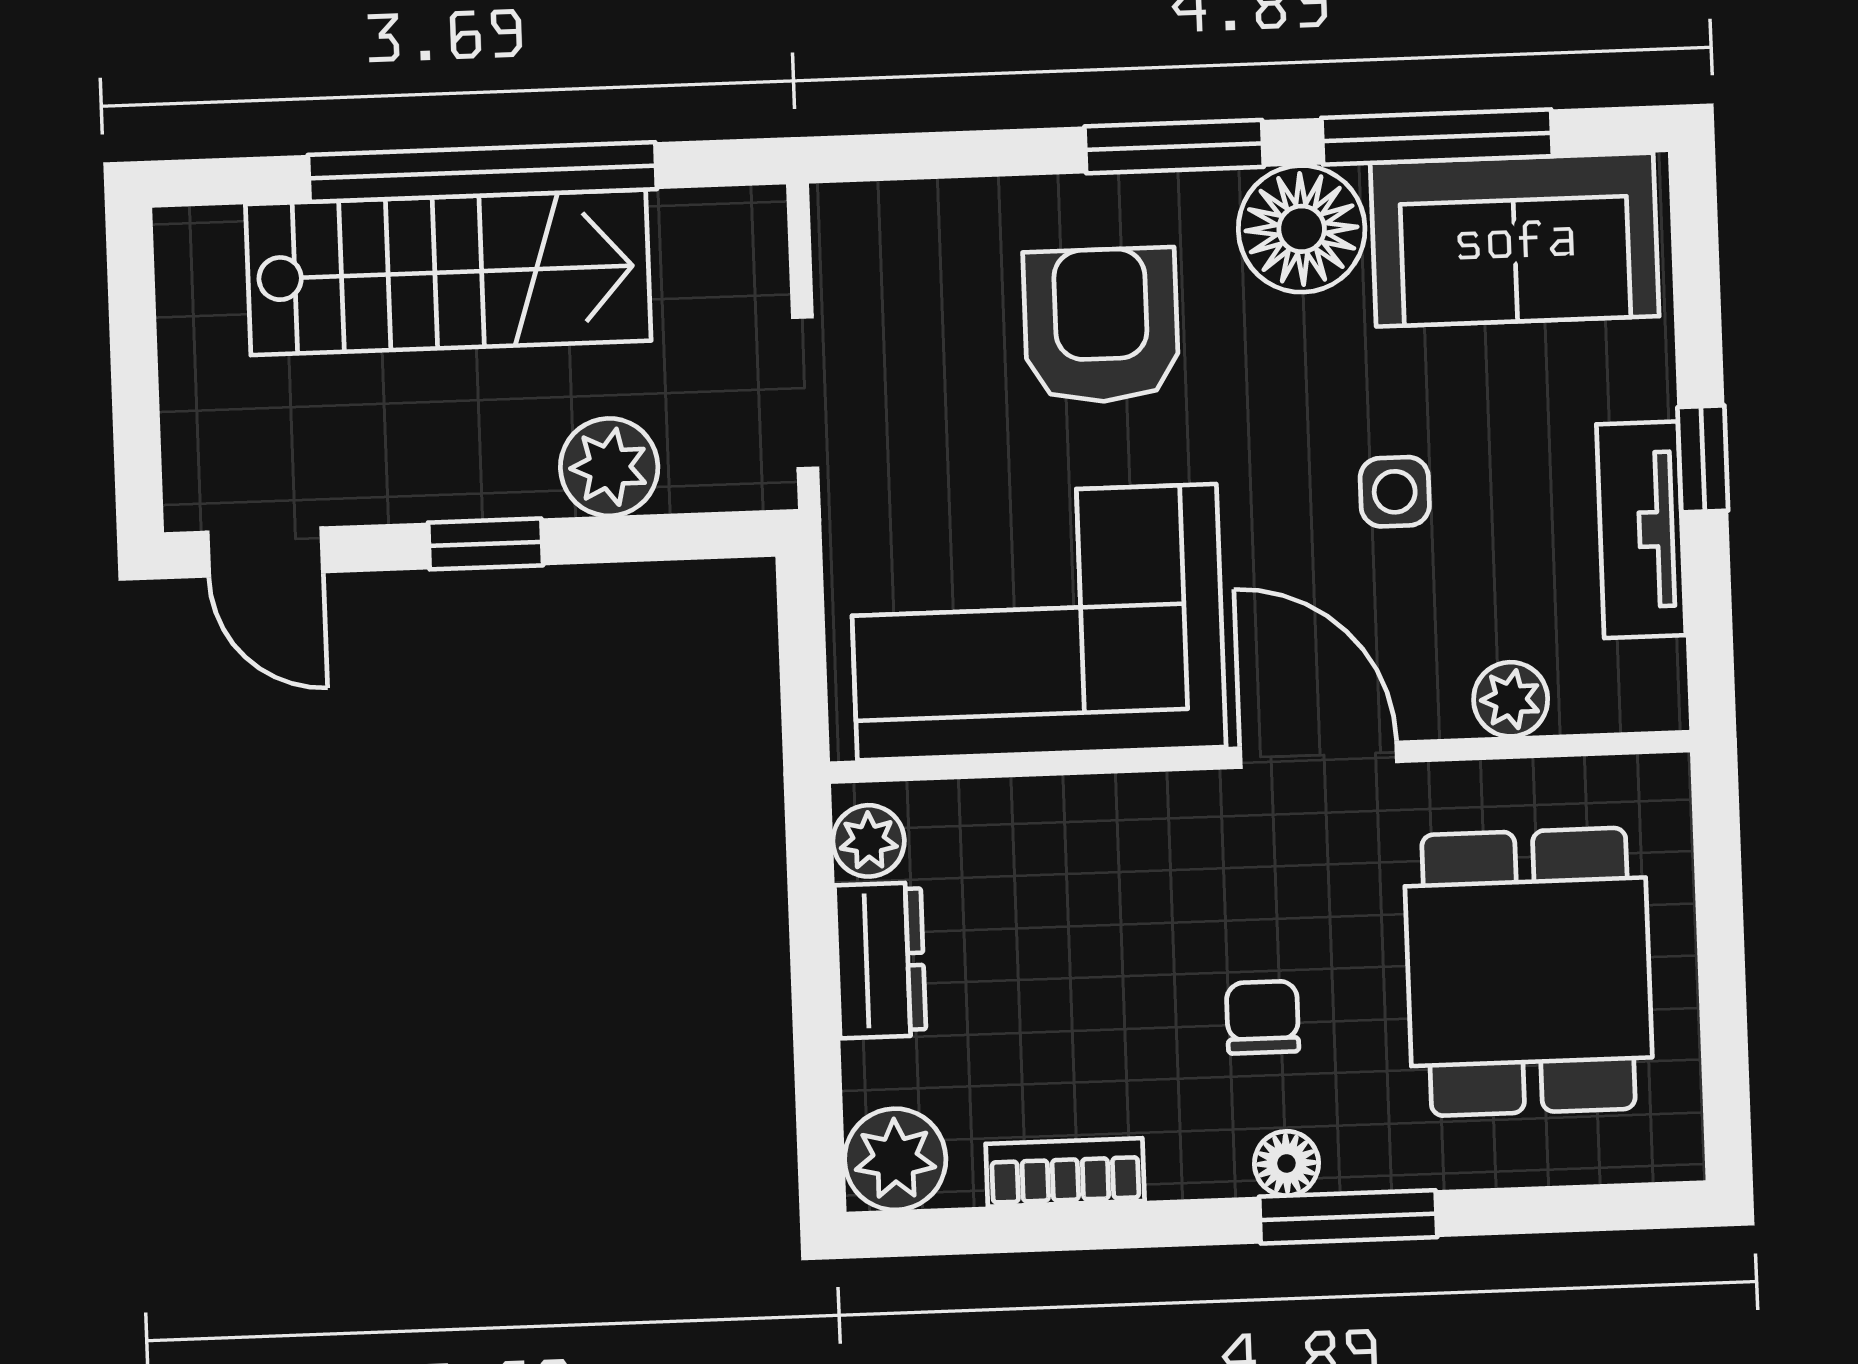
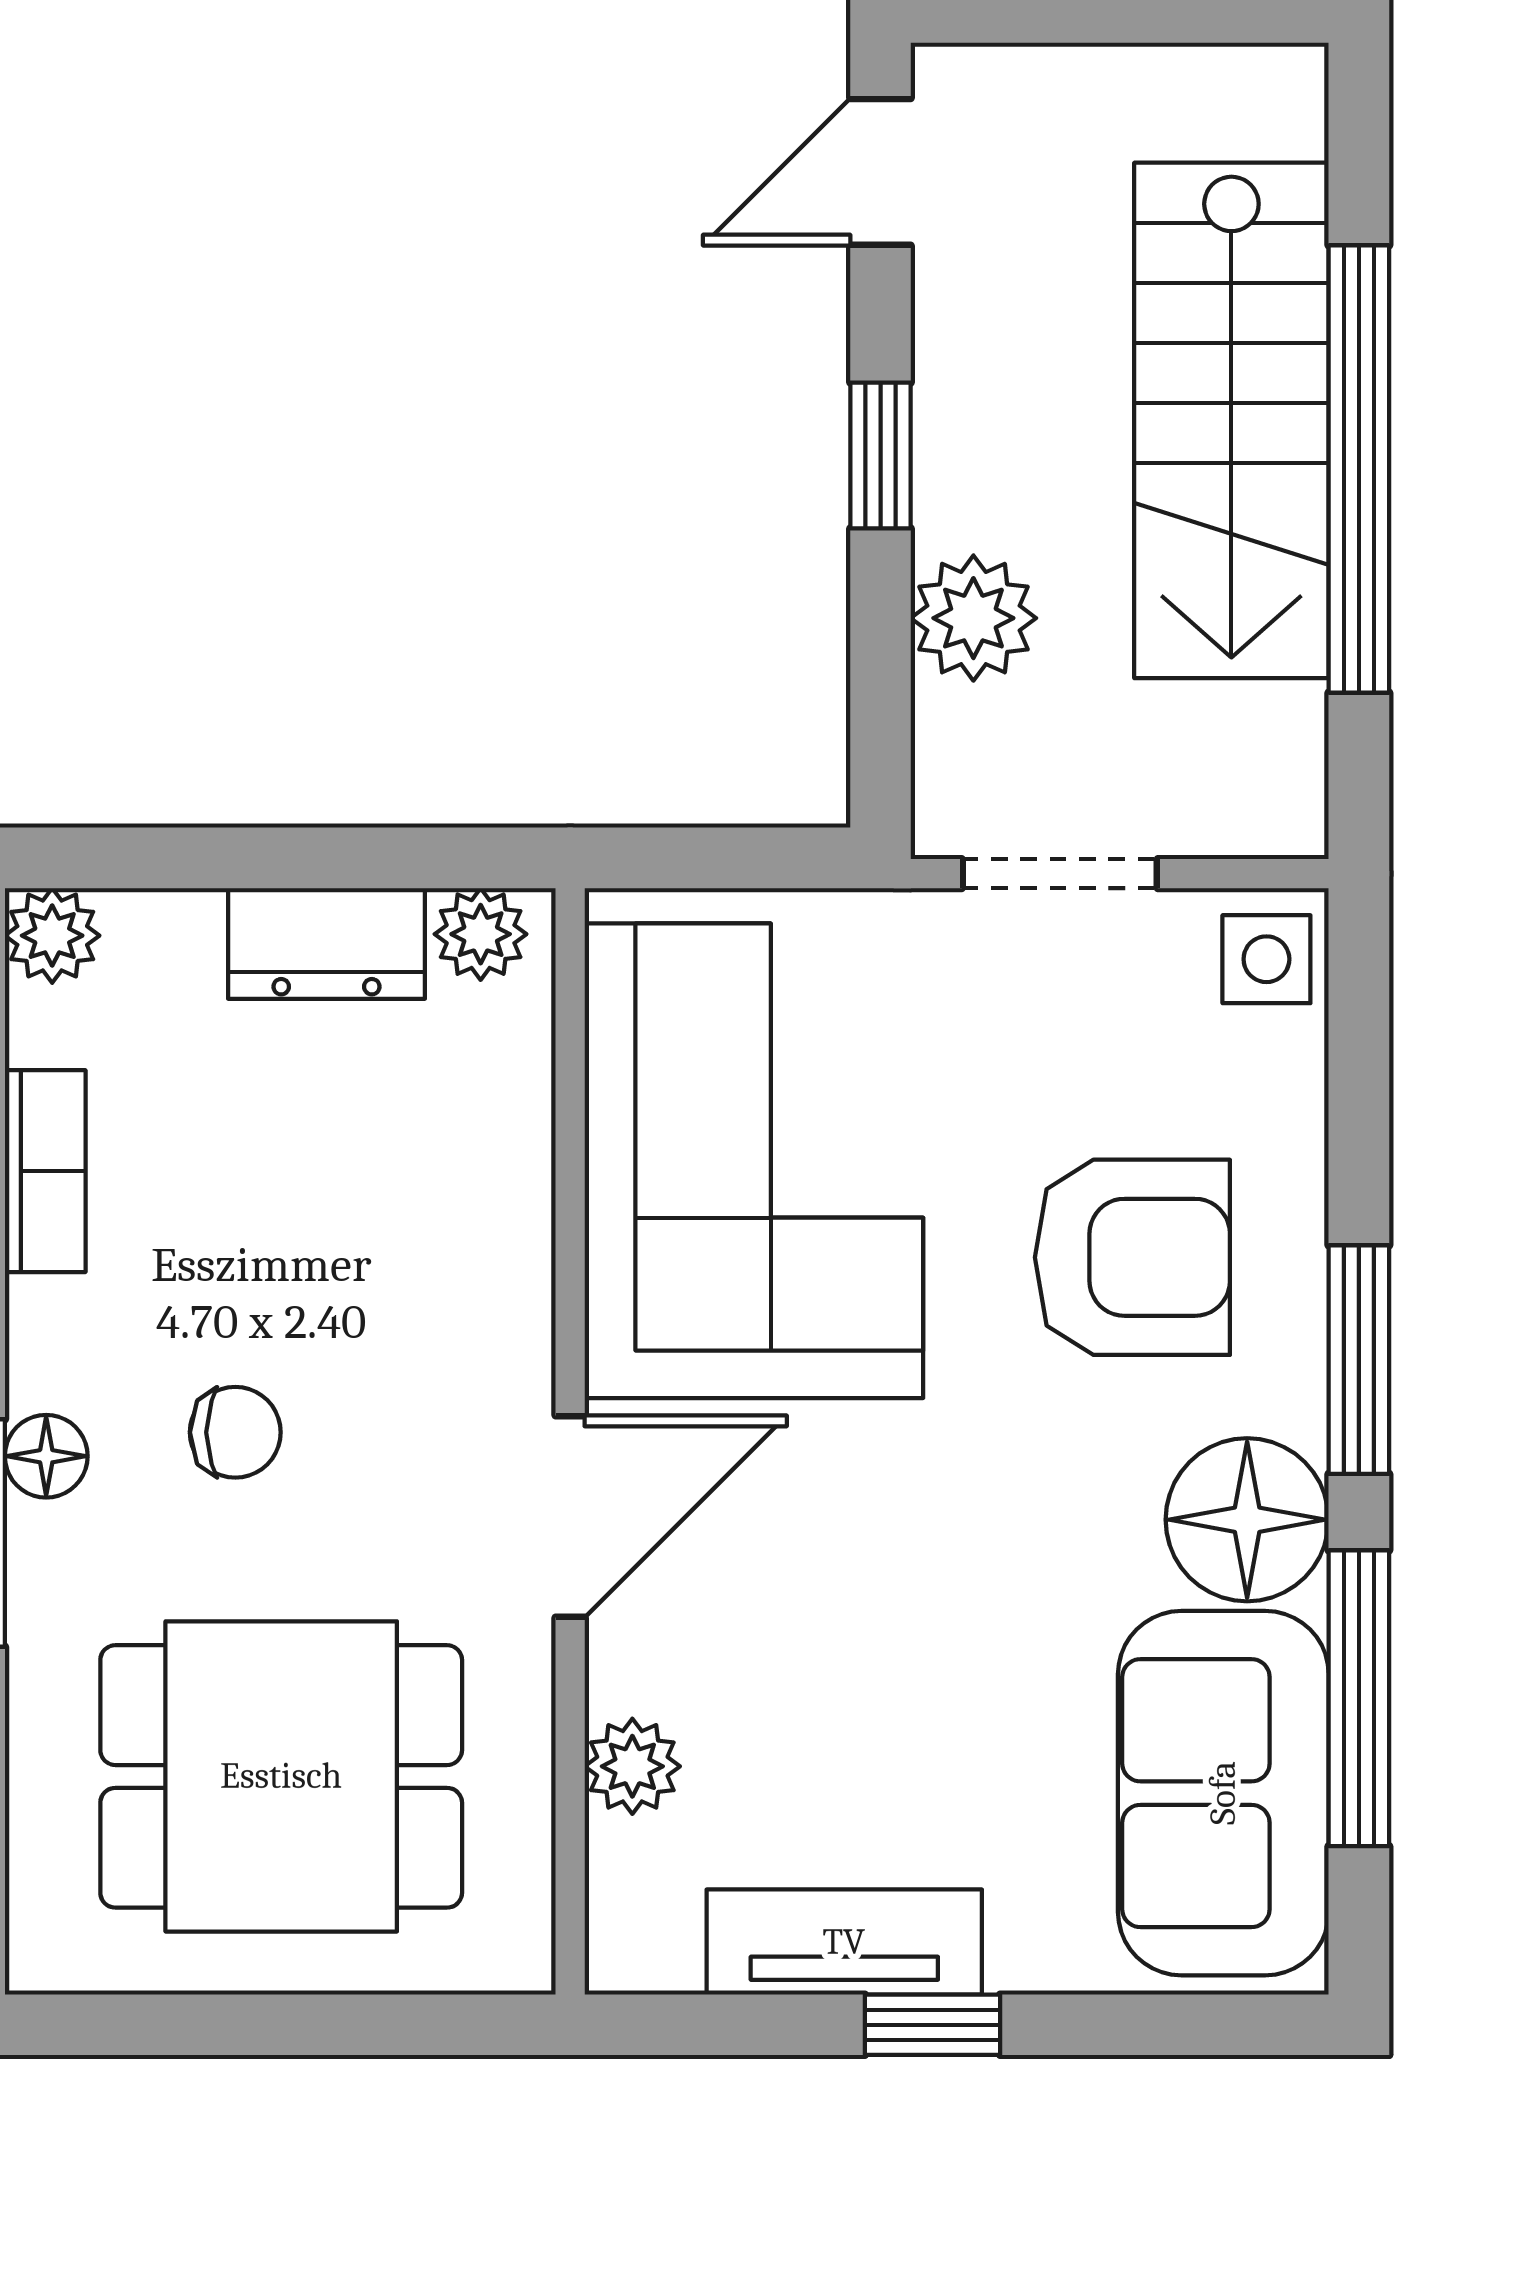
side table: (1395, 492) -> (1266, 959), moved
plant: (895, 1159) -> (52, 936), width x0.73, depth x0.73

